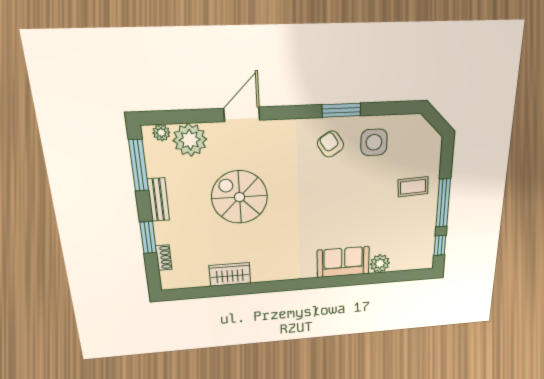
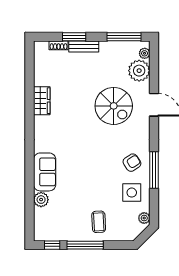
window: (341, 110) -> (154, 170), width x1.44
plant: (411, 122) -> (144, 218), added
spiral stairs: (240, 197) -> (114, 106), moved, turned 90
bench: (158, 200) -> (84, 47), moved
wardrobe: (230, 274) -> (42, 101), moved

